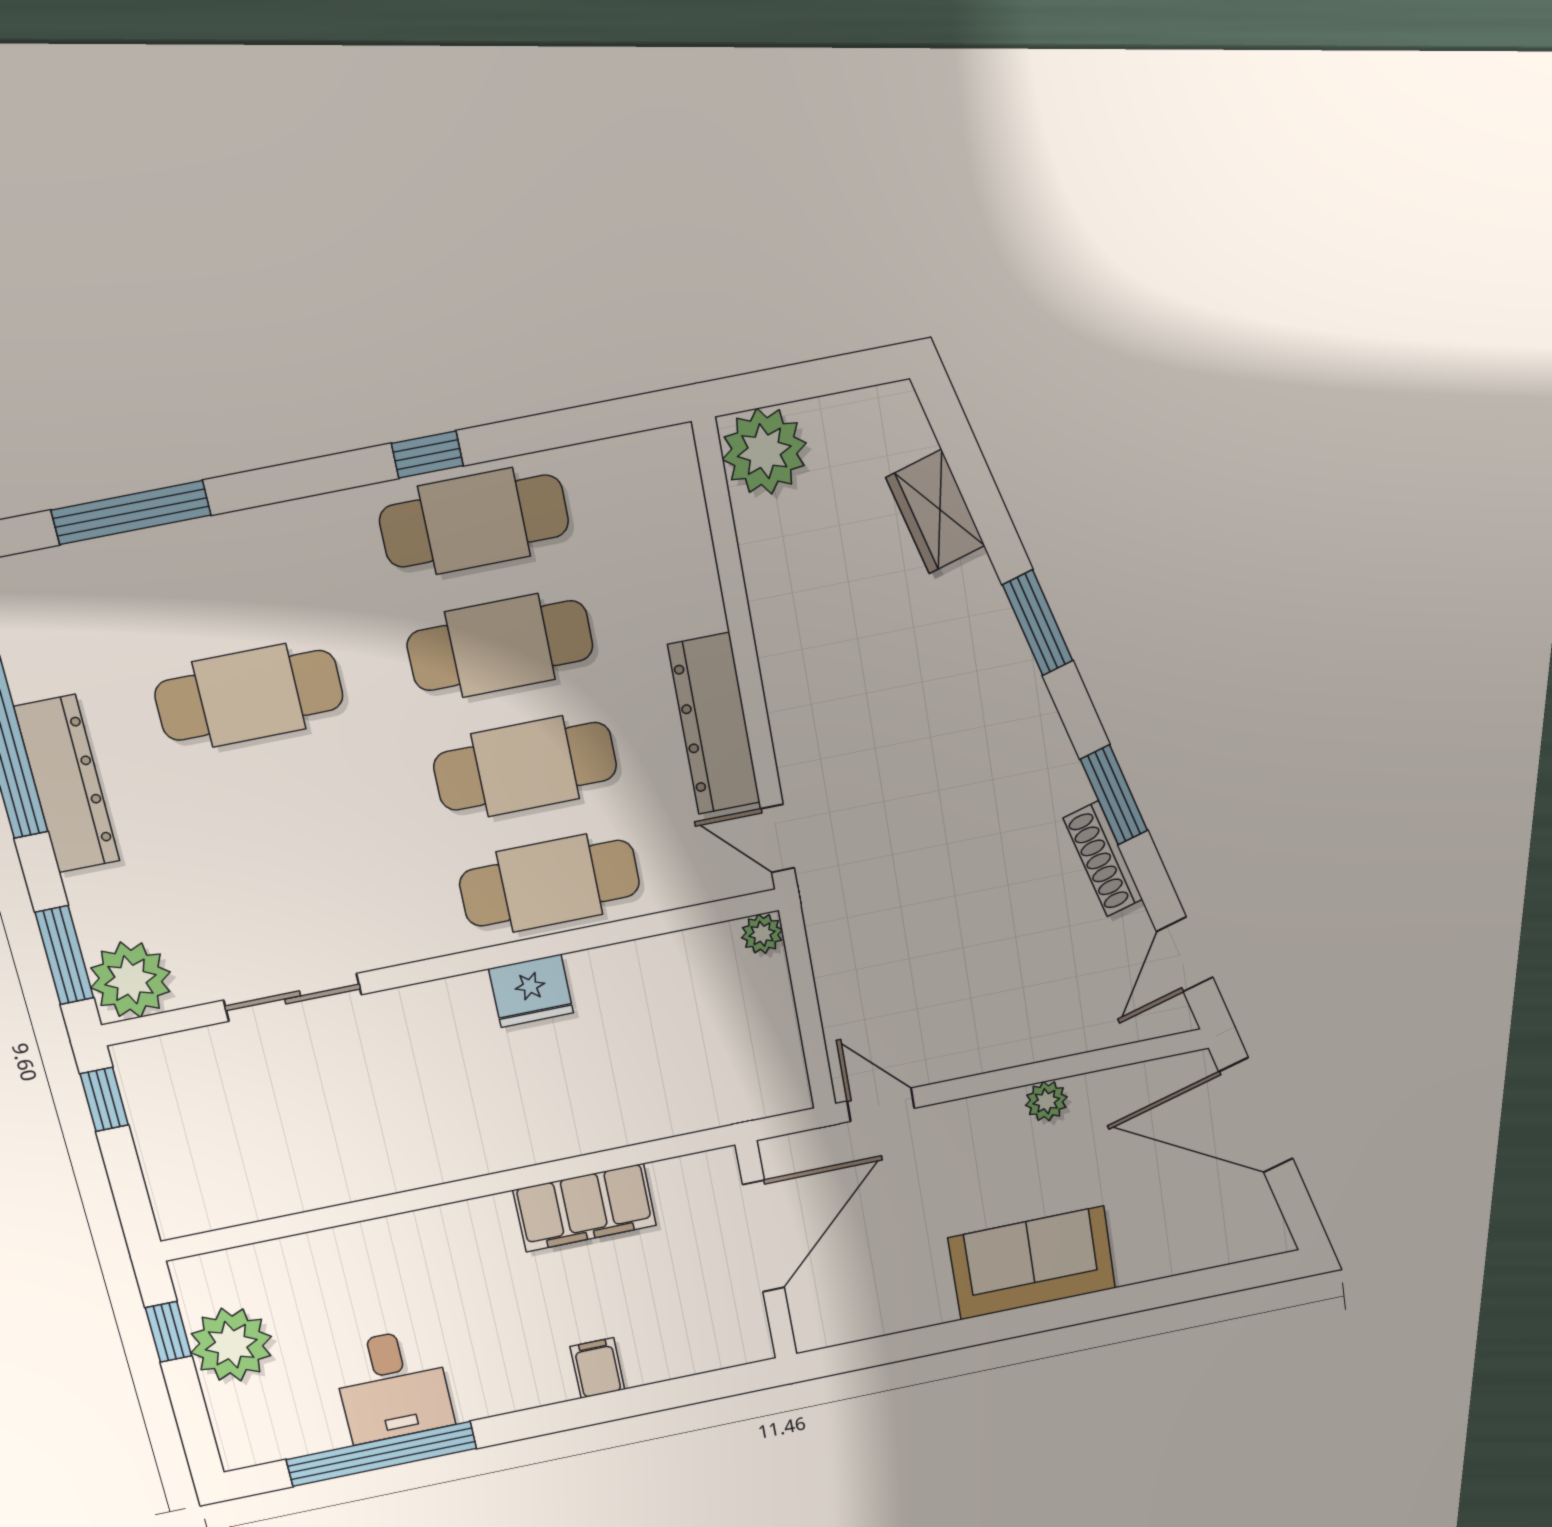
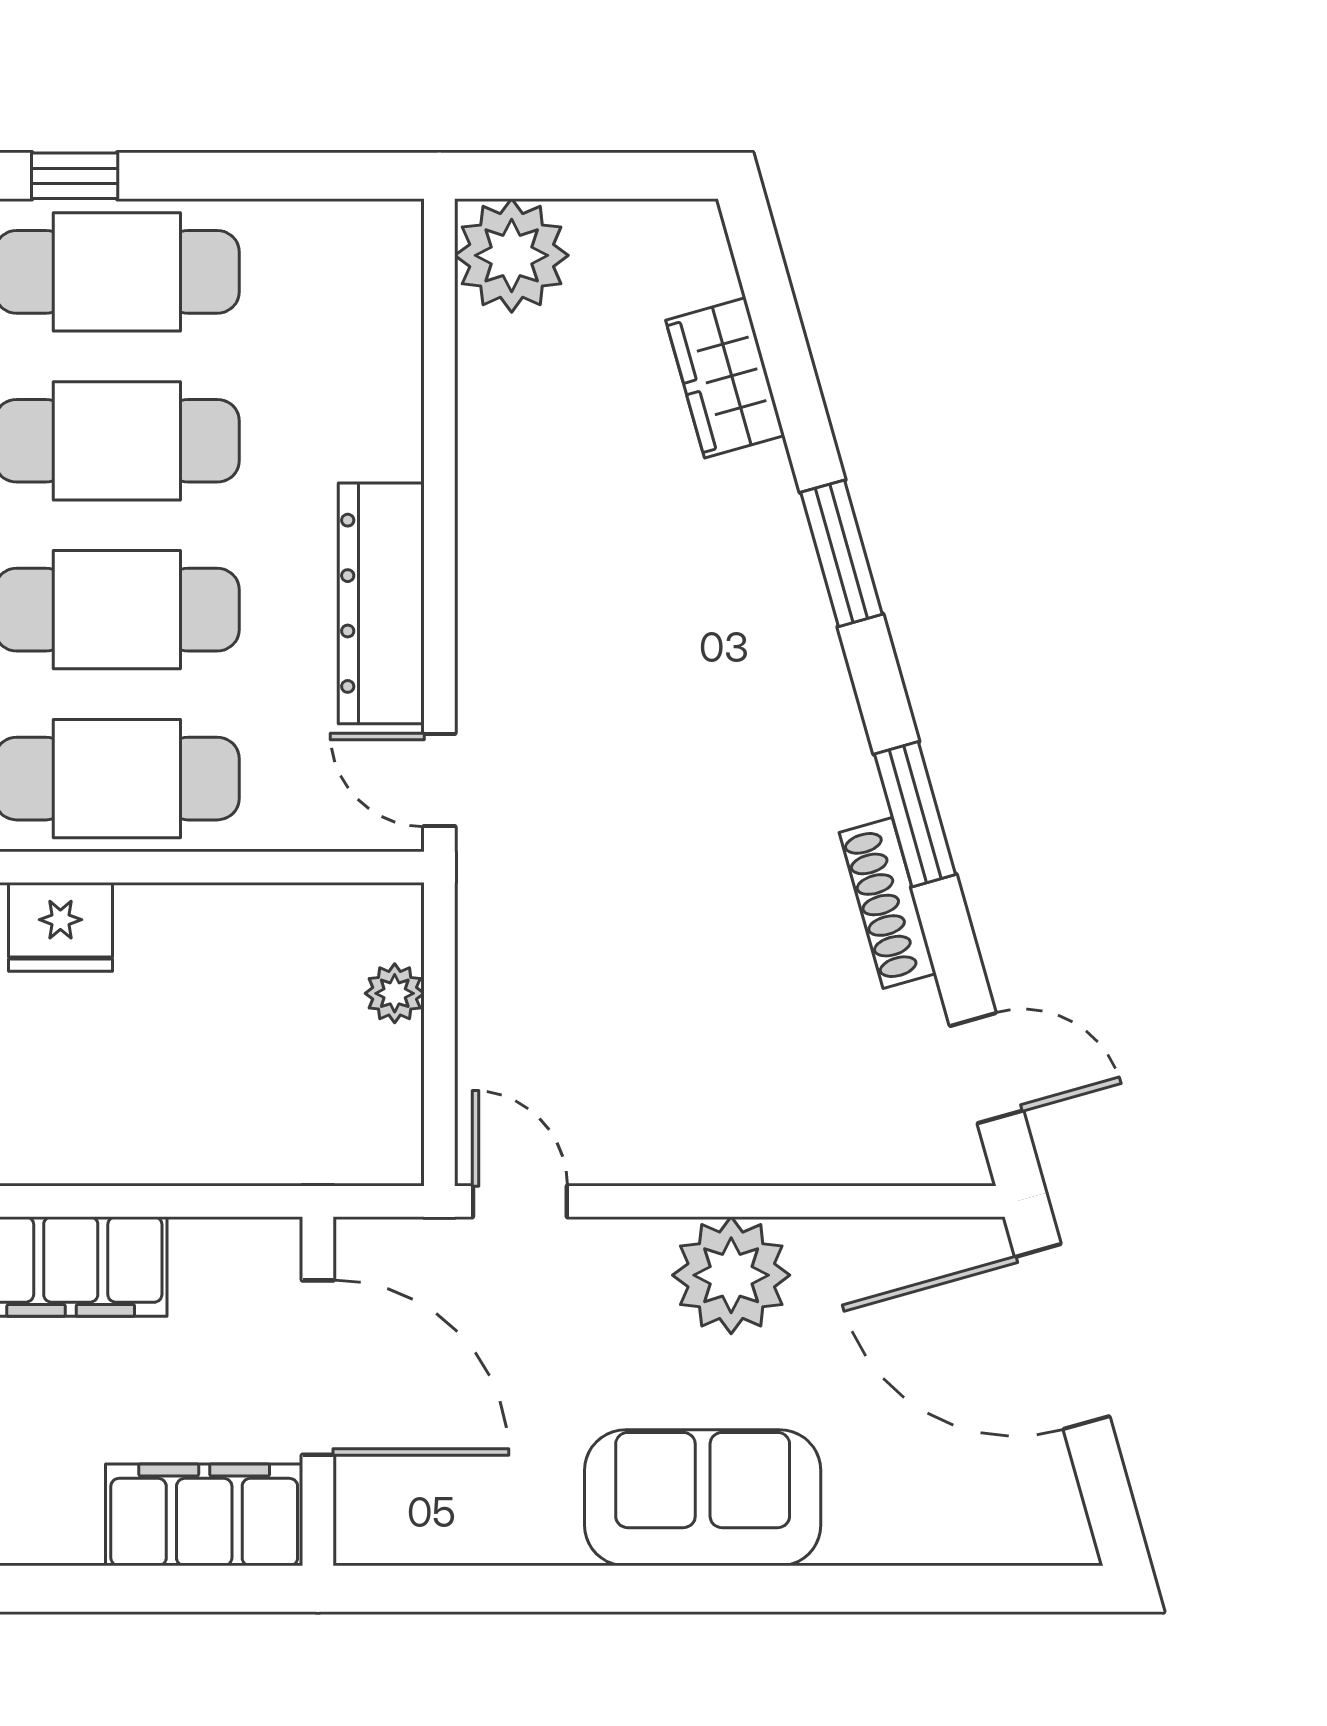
plant: (762, 934) -> (395, 993), moved
door: (1185, 954) -> (987, 1068), swing flipped
plant: (1046, 1101) -> (731, 1275), width x1.88, depth x1.88
door: (764, 1236) -> (318, 1368), hinge flipped
filing cabinet: (597, 1368) -> (204, 1515), moved, width x3.00, depth x1.17

